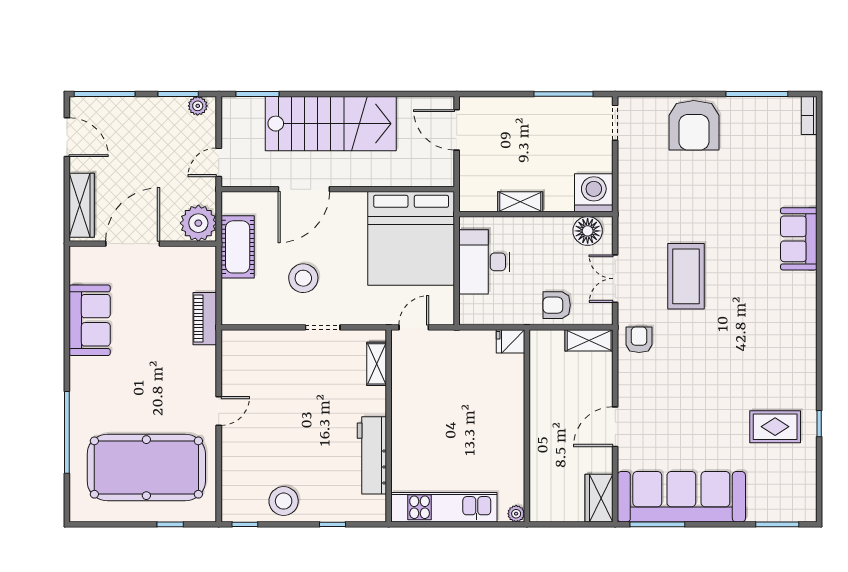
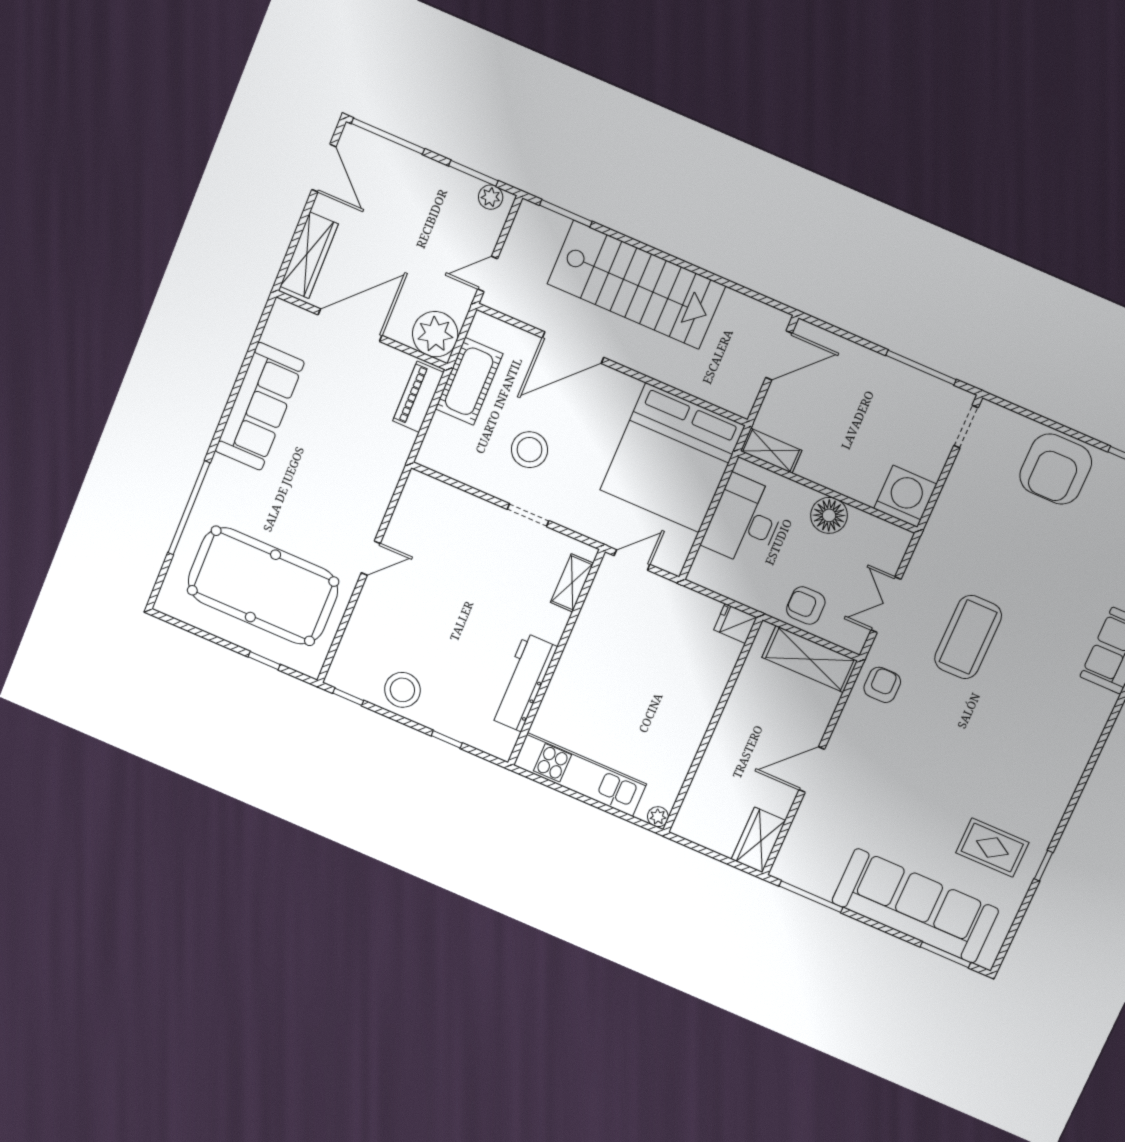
door: (457, 130) -> (779, 355), swing flipped
shelving: (520, 202) -> (771, 451), moved
floor lamp: (588, 231) -> (829, 515), moved
piano: (205, 319) -> (418, 397), moved
sofa: (90, 320) -> (260, 406), width x1.36
shelving: (589, 340) -> (810, 659), width x1.50, depth x1.33
sofa: (681, 497) -> (915, 906), moved

